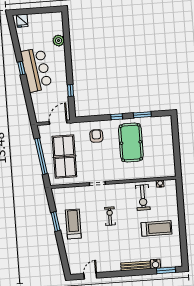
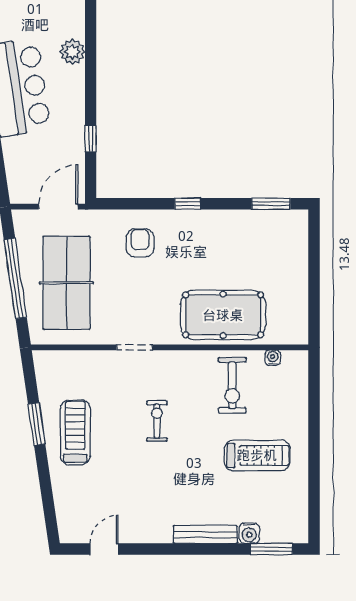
plant: (59, 41) -> (72, 52), moved
window: (142, 115) -> (271, 204), moved
pool table: (131, 143) -> (223, 315), moved, turned 90

